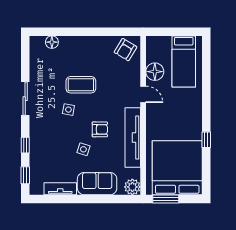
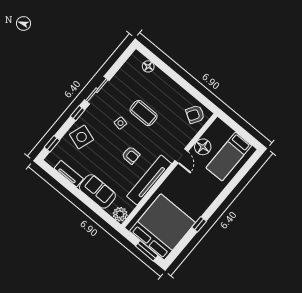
window: (25, 145) -> (78, 113), moved
side table: (83, 149) -> (82, 137), moved, width x1.87, depth x1.87
window: (166, 199) -> (147, 251), moved

